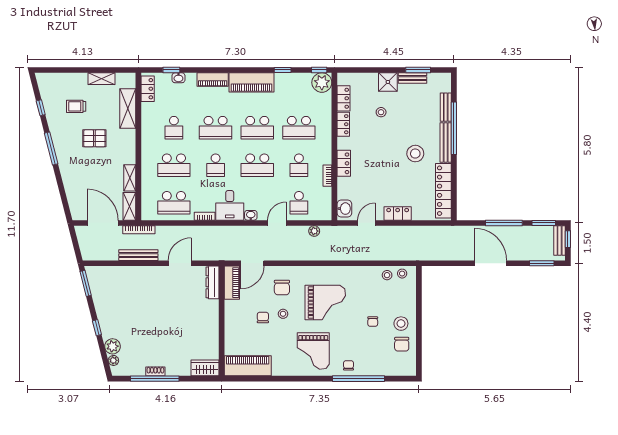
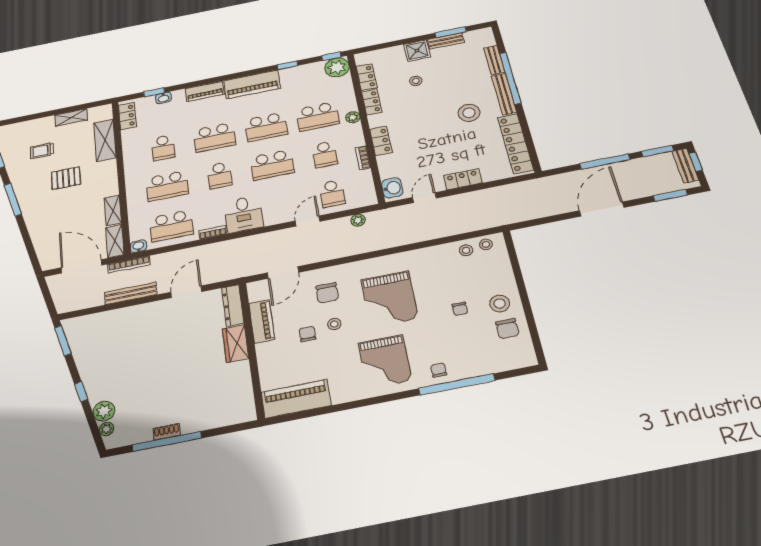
plant: (326, 135) -> (353, 117), added
washbasin: (251, 215) -> (138, 246), moved
door: (491, 263) -> (602, 209), hinge flipped
piano: (232, 283) -> (262, 321), moved
grand piano: (325, 303) -> (390, 299), turned 90
wardrobe: (205, 368) -> (236, 344), moved, turned -90

